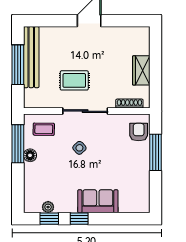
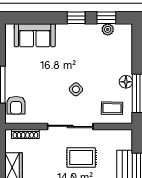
sofa: (98, 201) -> (35, 35), moved

